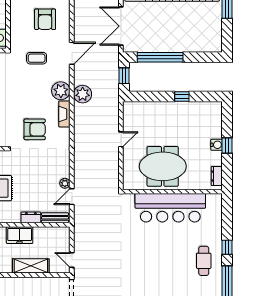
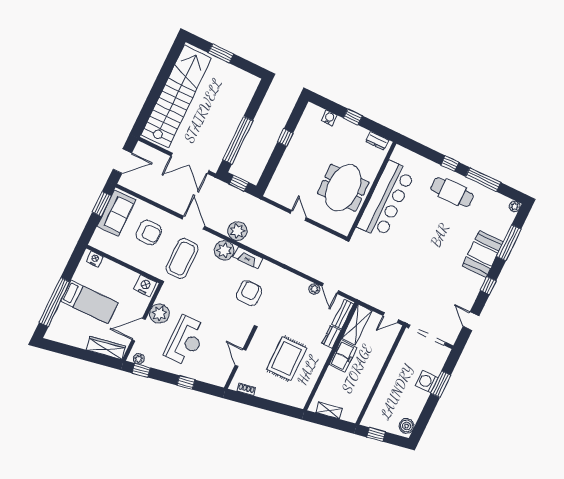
coffee table: (37, 58) -> (182, 259), width x1.86, depth x1.72
water cooler: (217, 145) -> (329, 118), moved
cafe table: (204, 261) -> (452, 192), width x1.37, depth x1.35
shelving: (31, 266) -> (357, 325), moved

